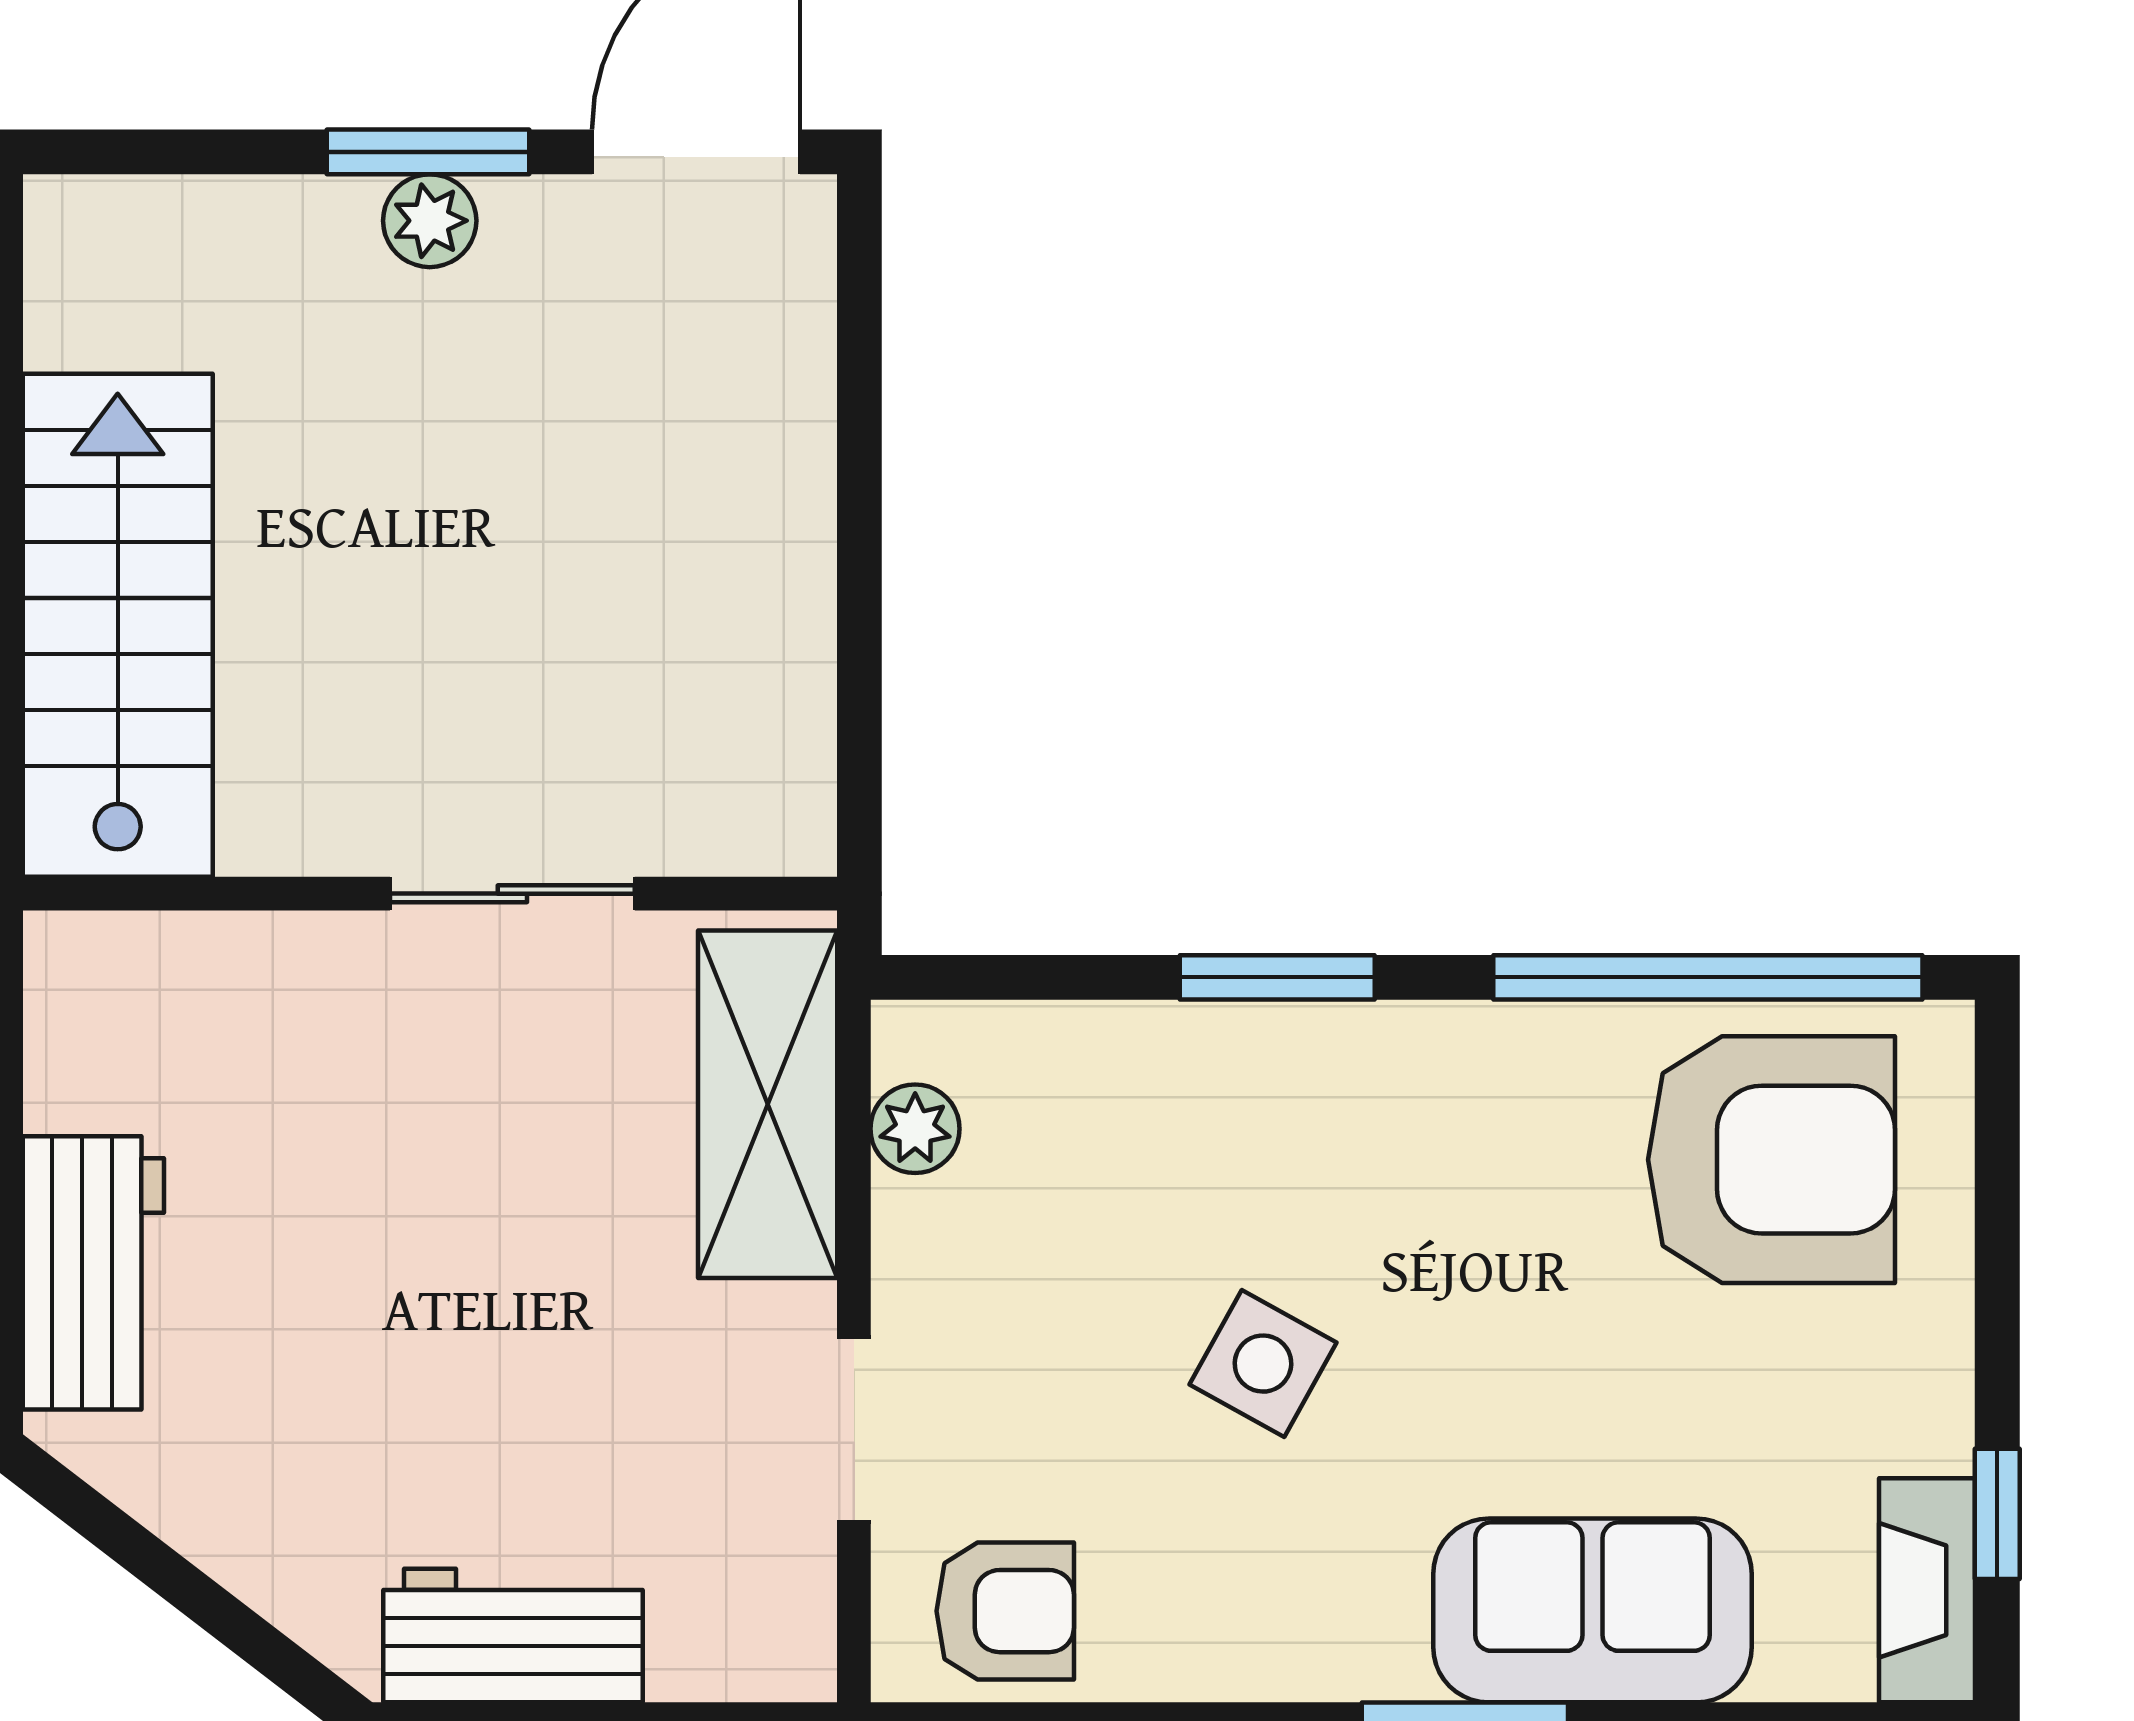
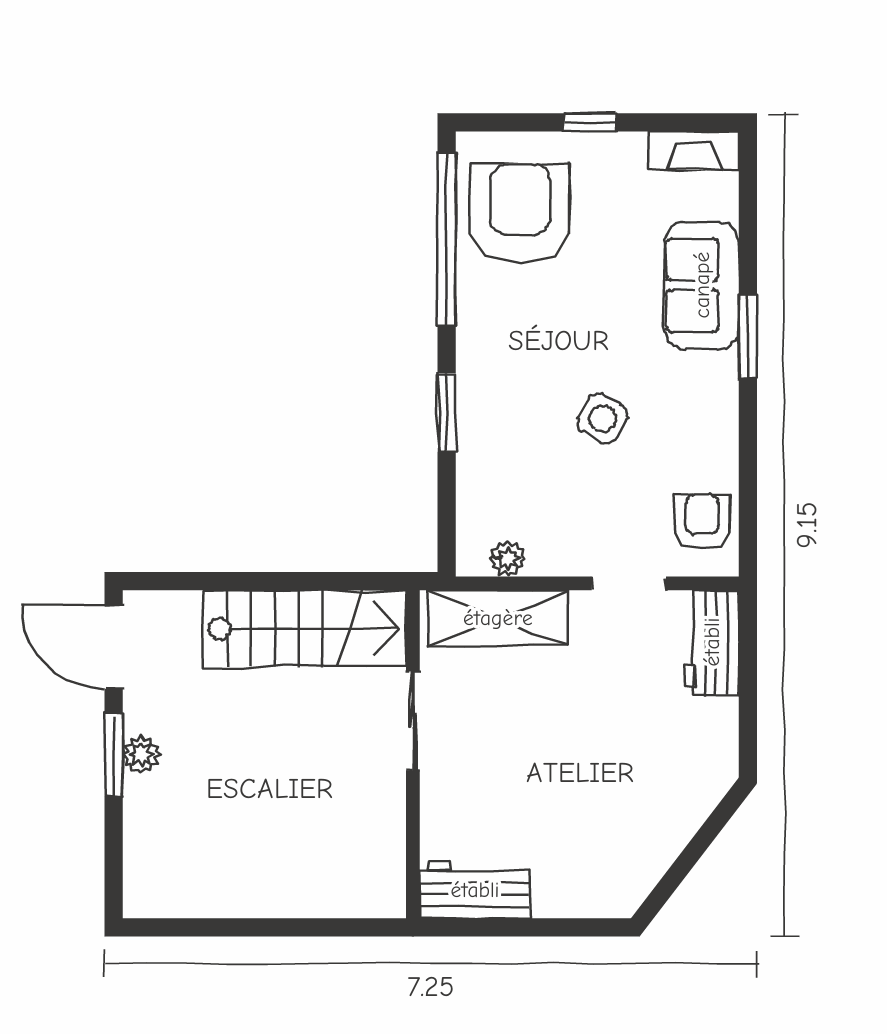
stairs: (118, 625) -> (305, 628), moved, turned 180
workbench: (93, 1273) -> (475, 890), moved
window: (1997, 1514) -> (590, 122), moved
workbench: (513, 1636) -> (712, 642), moved

